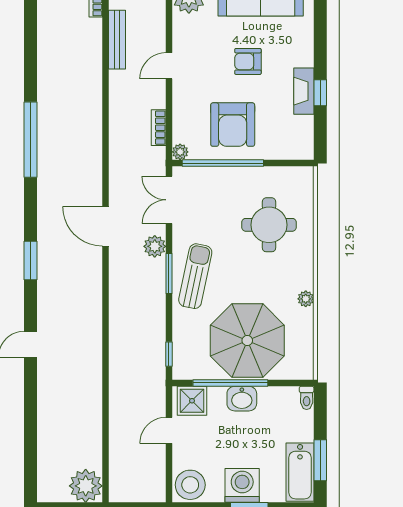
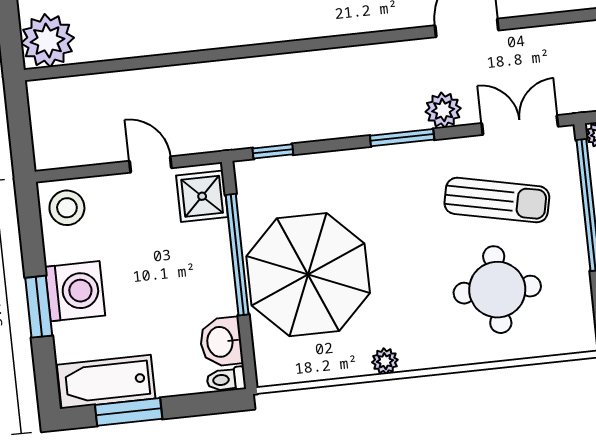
sun lounger: (195, 276) -> (497, 200), moved
washbasin: (242, 399) -> (221, 342), moved
stool: (190, 485) -> (67, 208), width x0.73, depth x0.73

